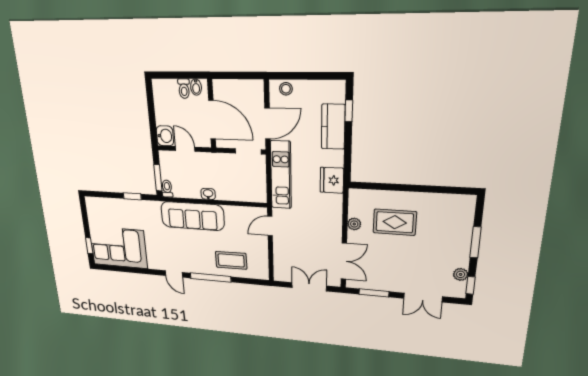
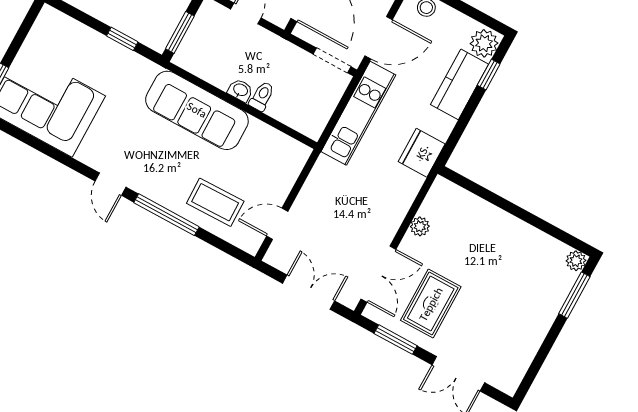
plant: (335, 92) -> (484, 43), added
toilet: (167, 189) -> (262, 96), moved
rug: (395, 222) -> (431, 304), moved, turned 90
door: (270, 226) -> (277, 224), moved
window: (476, 242) -> (574, 295), moved
plant: (461, 274) -> (576, 261), moved
window: (471, 285) -> (528, 381), removed

